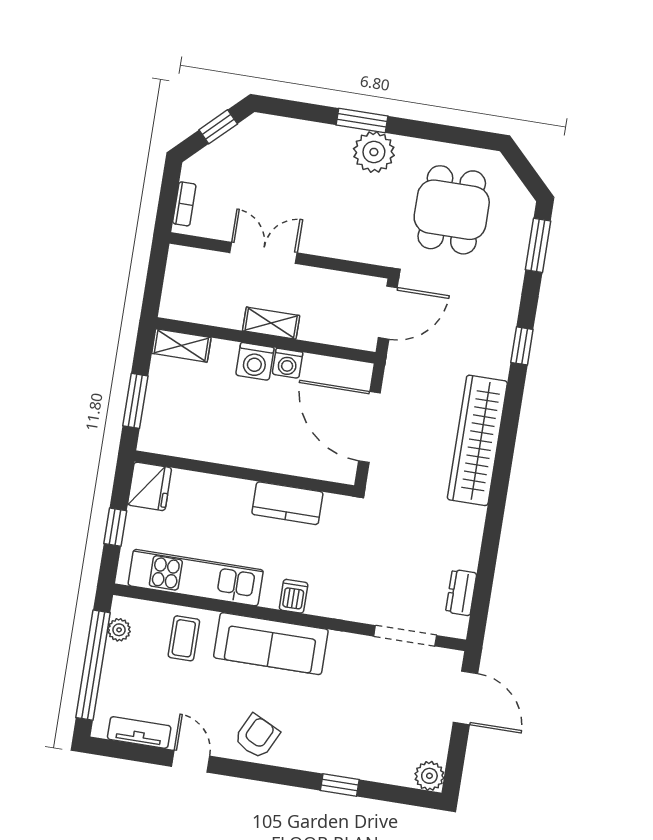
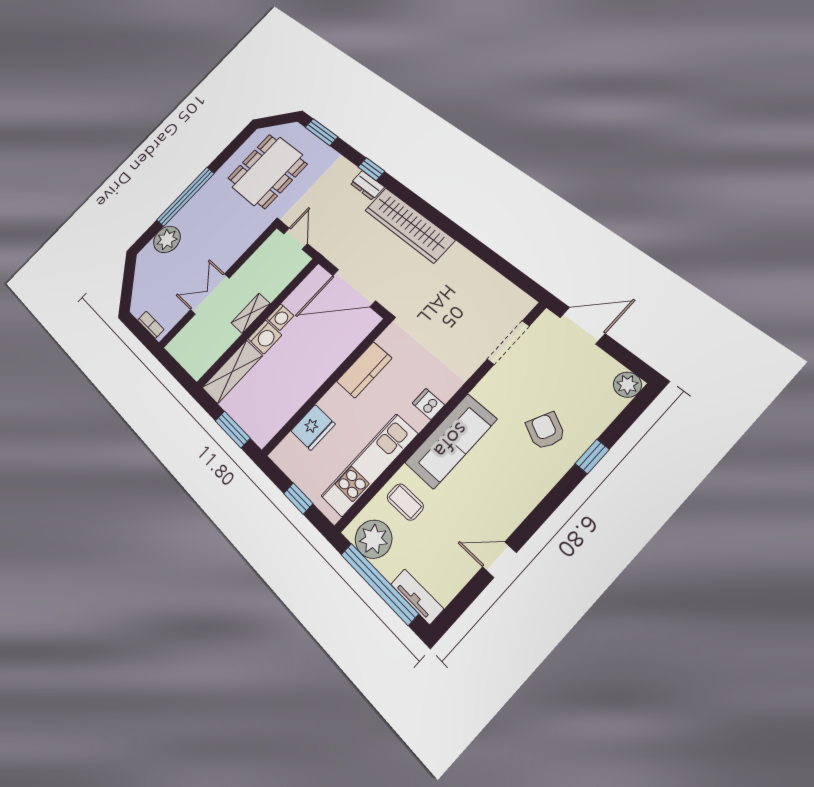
window: (362, 120) -> (185, 197), width x2.11
window: (218, 127) -> (128, 280), removed
plant: (374, 152) -> (167, 239), moved
dining table: (452, 210) -> (267, 171), width x1.38
door: (388, 313) -> (296, 239), width x0.73
shelving: (181, 345) -> (232, 372), width x1.50, depth x1.33
fridge: (150, 486) -> (313, 427), moved, turned 90
dresser: (461, 593) -> (367, 185), moved
plant: (119, 630) -> (373, 539), width x1.87, depth x1.87
tv unit: (139, 732) -> (417, 597), moved, turned 90
armchair: (257, 736) -> (546, 431), moved

